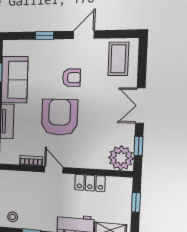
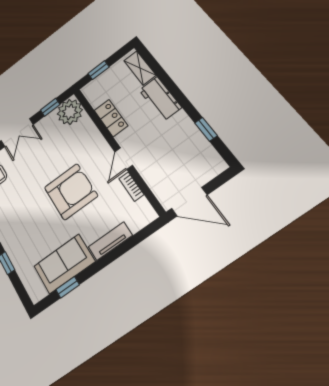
armchair: (72, 78) -> (29, 208), removed
armchair: (59, 117) -> (71, 192), turned 180
stool: (13, 217) -> (205, 160), removed

